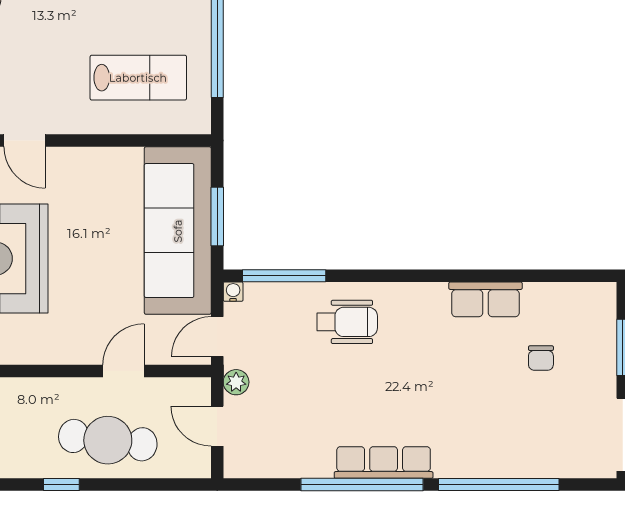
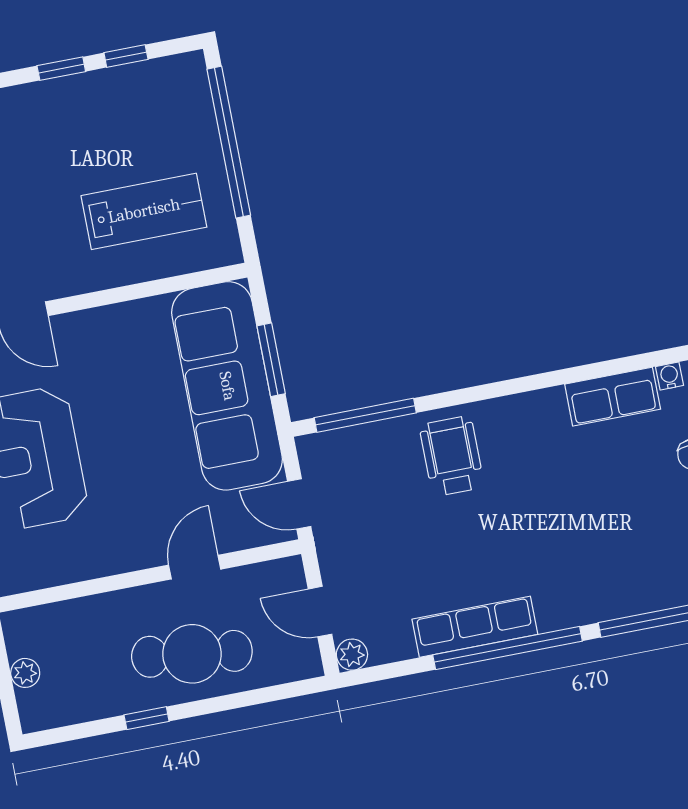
water cooler: (233, 292) -> (669, 376), moved
wheelchair: (347, 322) -> (452, 456), turned -90
door: (217, 337) -> (299, 504), hinge flipped
plant: (236, 382) -> (352, 655), moved
row of seats: (384, 463) -> (475, 627), moved

